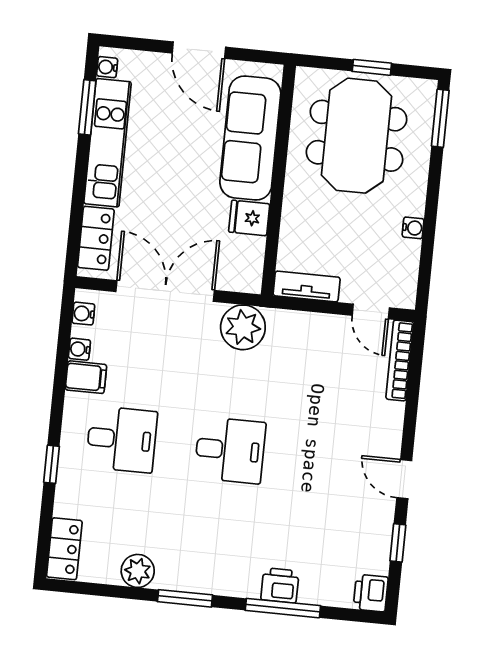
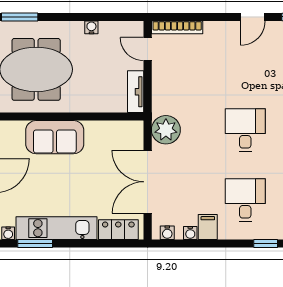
sofa: (250, 138) -> (55, 137), width x0.73
fridge: (249, 218) -> (96, 133), removed
door: (371, 312) -> (148, 49), swing flipped

